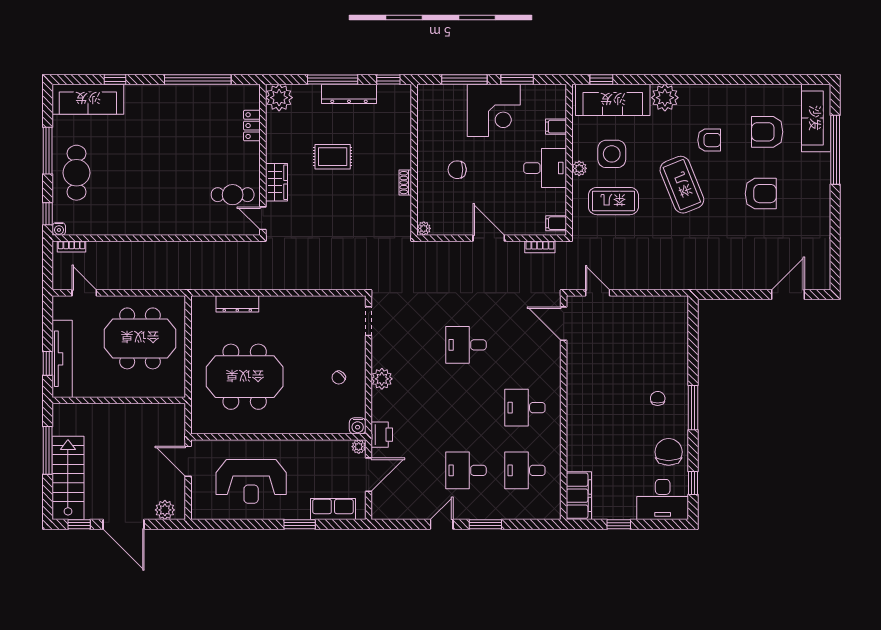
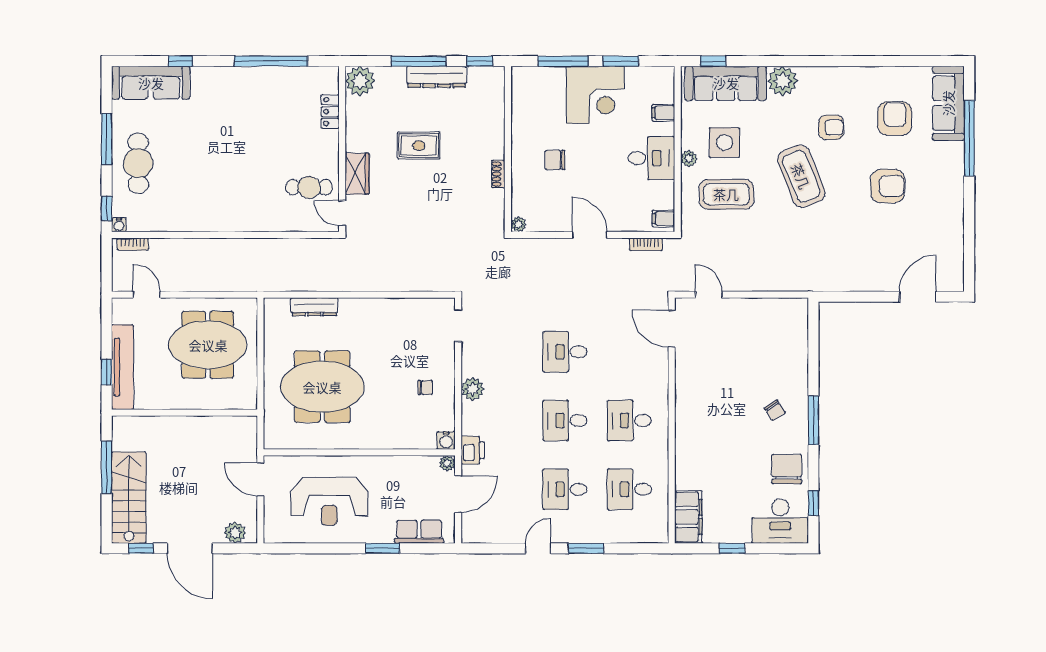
armchair: (767, 132) -> (895, 119), turned 90
chair: (339, 378) -> (425, 388), turned -131
chair: (658, 398) -> (775, 410), turned 147
desk: (466, 408) -> (565, 421), added

